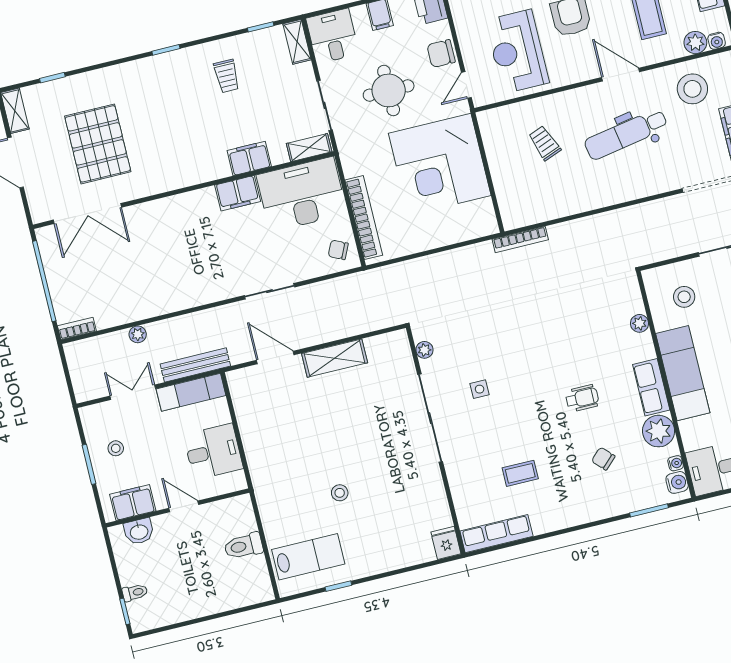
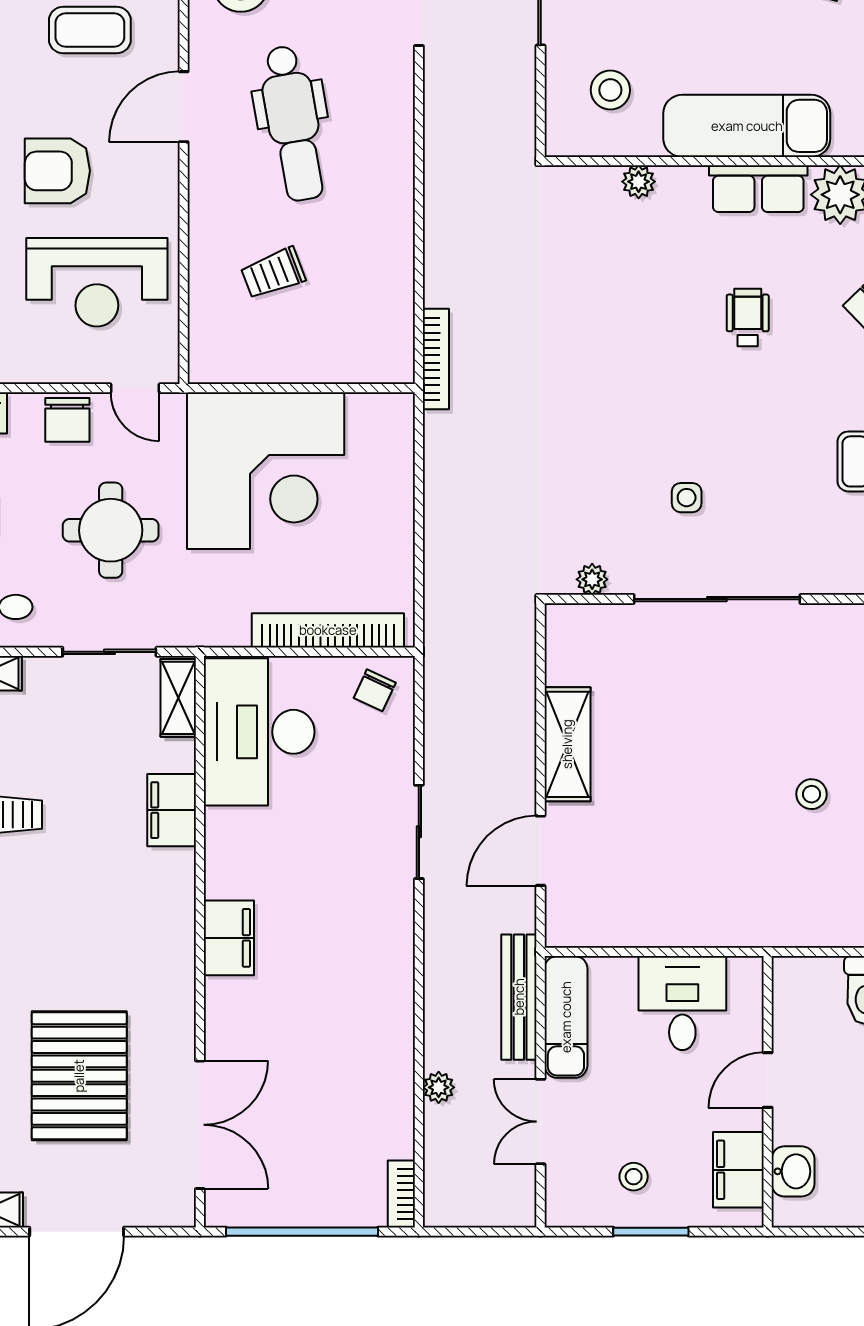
pallet: (98, 144) -> (79, 1076), turned 90
filing cabinet: (238, 193) -> (229, 938), moved

